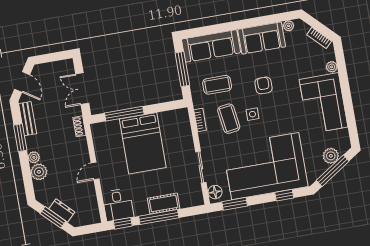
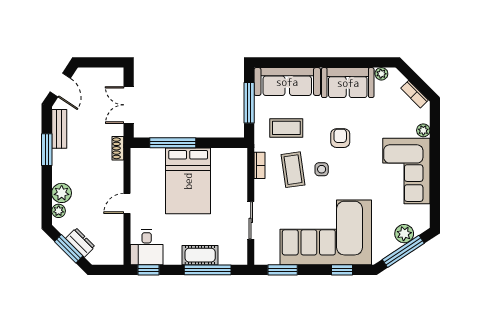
plant: (34, 157) -> (59, 211), moved
floor lamp: (215, 192) -> (262, 252), removed
window: (159, 217) -> (208, 270), moved

